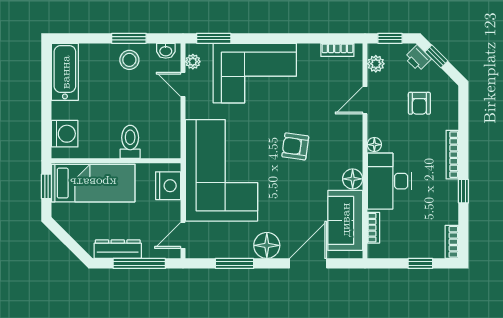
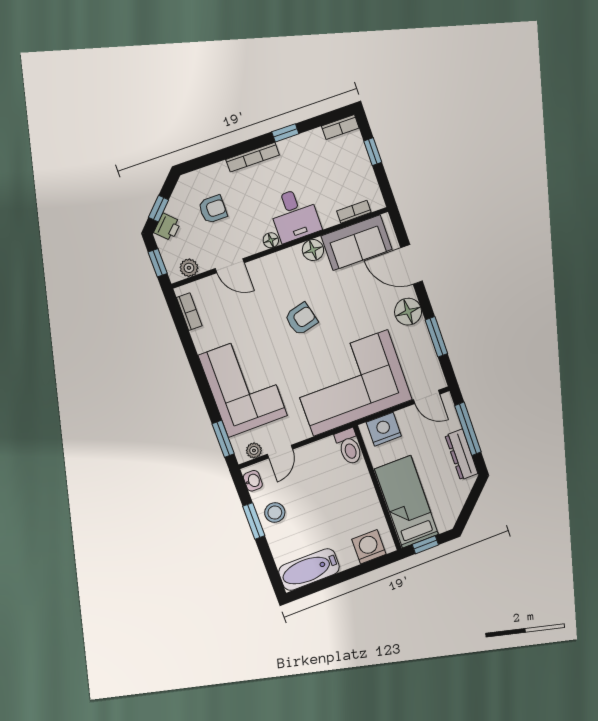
toilet: (130, 142) -> (349, 447), moved, turned -90
armchair: (295, 146) -> (301, 319), turned -112
desk: (389, 181) -> (294, 215), width x0.73

